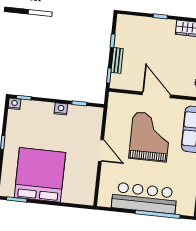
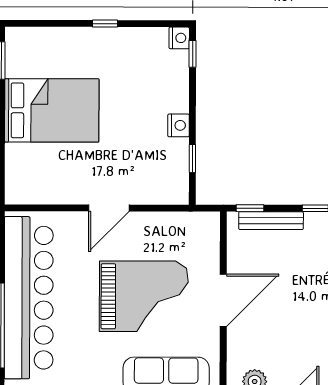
bench: (117, 60) -> (271, 221), width x1.36
bed: (40, 175) -> (52, 110), width x0.73
bar counter: (144, 198) -> (29, 298), width x1.36

